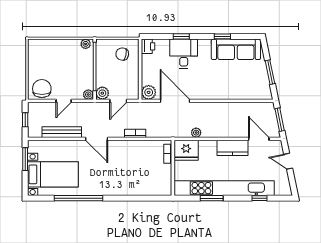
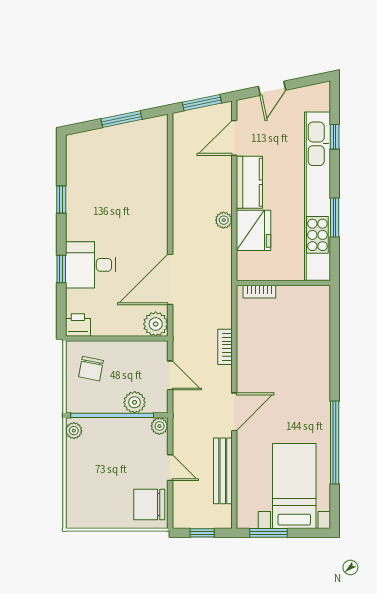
sofa: (236, 49) -> (83, 177), removed
plant: (102, 93) -> (135, 402), moved
plant: (196, 133) -> (224, 220), moved
fridge: (186, 150) -> (253, 230), moved

